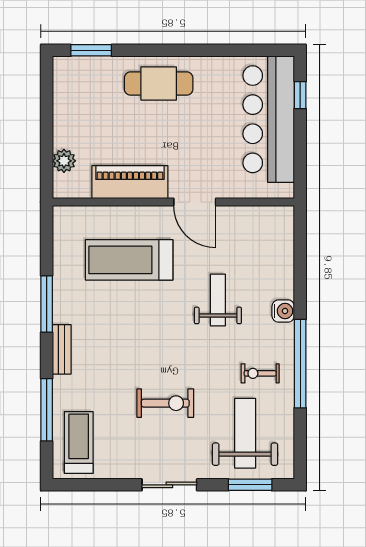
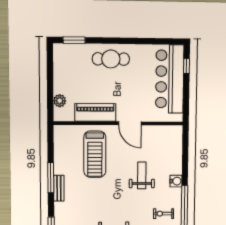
treadmill: (129, 260) -> (95, 154), turned -90
bench: (62, 349) -> (59, 188), moved

